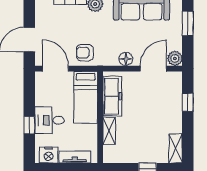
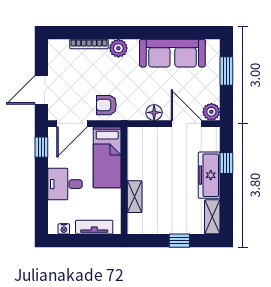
door: (55, 69) -> (72, 124), swing flipped
door: (153, 69) -> (186, 124), hinge flipped
freezer: (112, 96) -> (209, 175), moved, turned 180
window: (29, 125) -> (41, 147), moved
nightstand: (49, 155) -> (64, 229), width x0.53, depth x0.56

